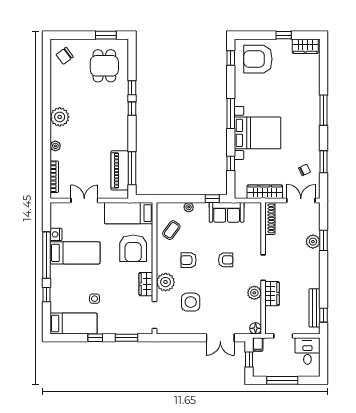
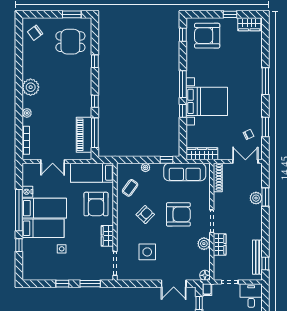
dining table: (104, 66) -> (70, 42), turned 90
window: (132, 109) -> (95, 101), moved
window: (231, 163) -> (183, 111), moved
wardrobe: (265, 192) -> (202, 154), moved
double door: (84, 200) -> (53, 161), swing flipped
sofa: (227, 212) -> (185, 172), width x1.36
armchair: (188, 260) -> (145, 215), turned 134
armchair: (226, 260) -> (178, 214), width x1.88, depth x1.88
plant: (166, 282) -> (125, 234), removed
bed: (74, 324) -> (43, 228), moved

